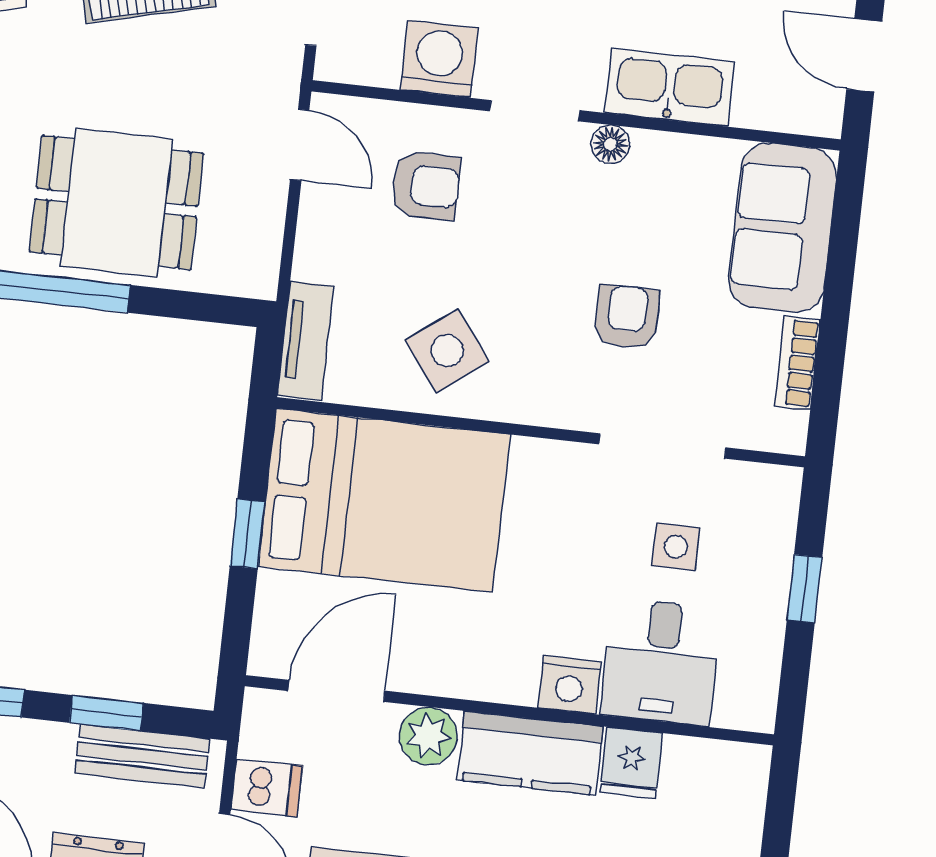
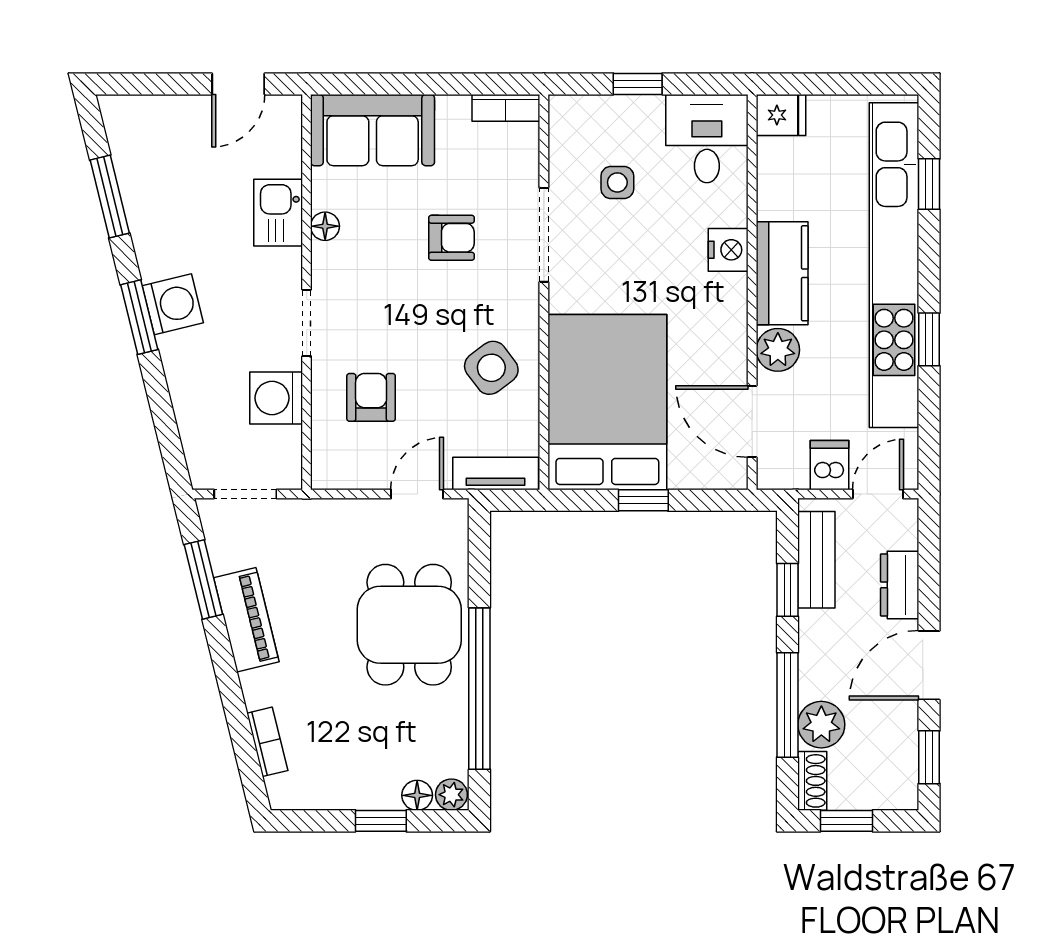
kitchen sink: (670, 87) -> (278, 213), width x0.73
floor lamp: (610, 144) -> (325, 226), moved
door: (300, 145) -> (417, 494), moved
armchair: (627, 317) -> (451, 238), turned 180
bookcase: (797, 363) -> (506, 108), moved
doorway: (663, 446) -> (544, 235), moved
desk: (661, 662) -> (707, 139), moved, turned -90
fridge: (631, 763) -> (781, 115), moved

